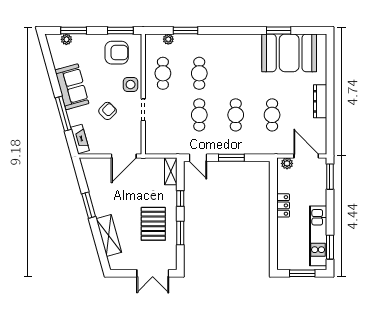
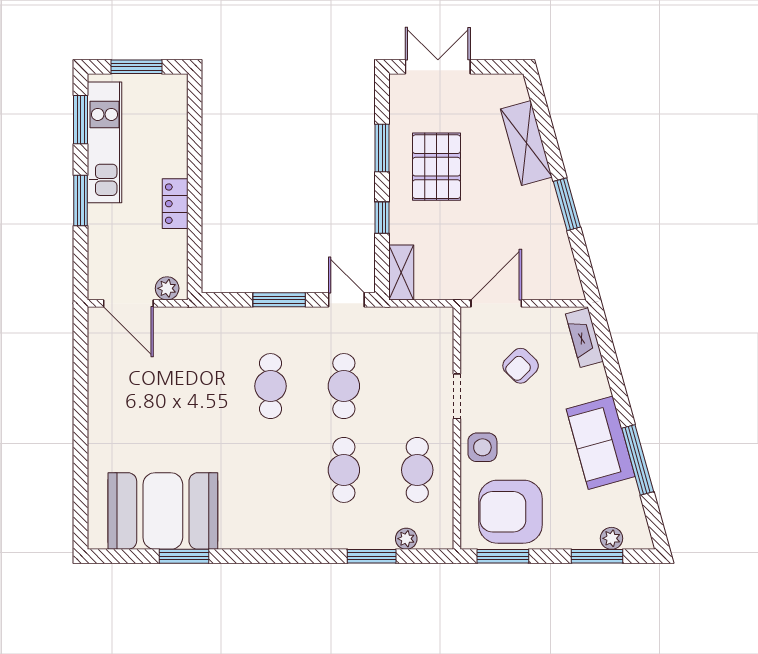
armchair: (117, 53) -> (511, 512), width x1.36, depth x1.36
dresser: (320, 101) -> (101, 413), removed
armchair: (108, 111) -> (521, 366), moved
window: (63, 114) -> (638, 460), moved
cafe table: (272, 115) -> (197, 386), removed
window: (330, 177) -> (81, 201), moved

